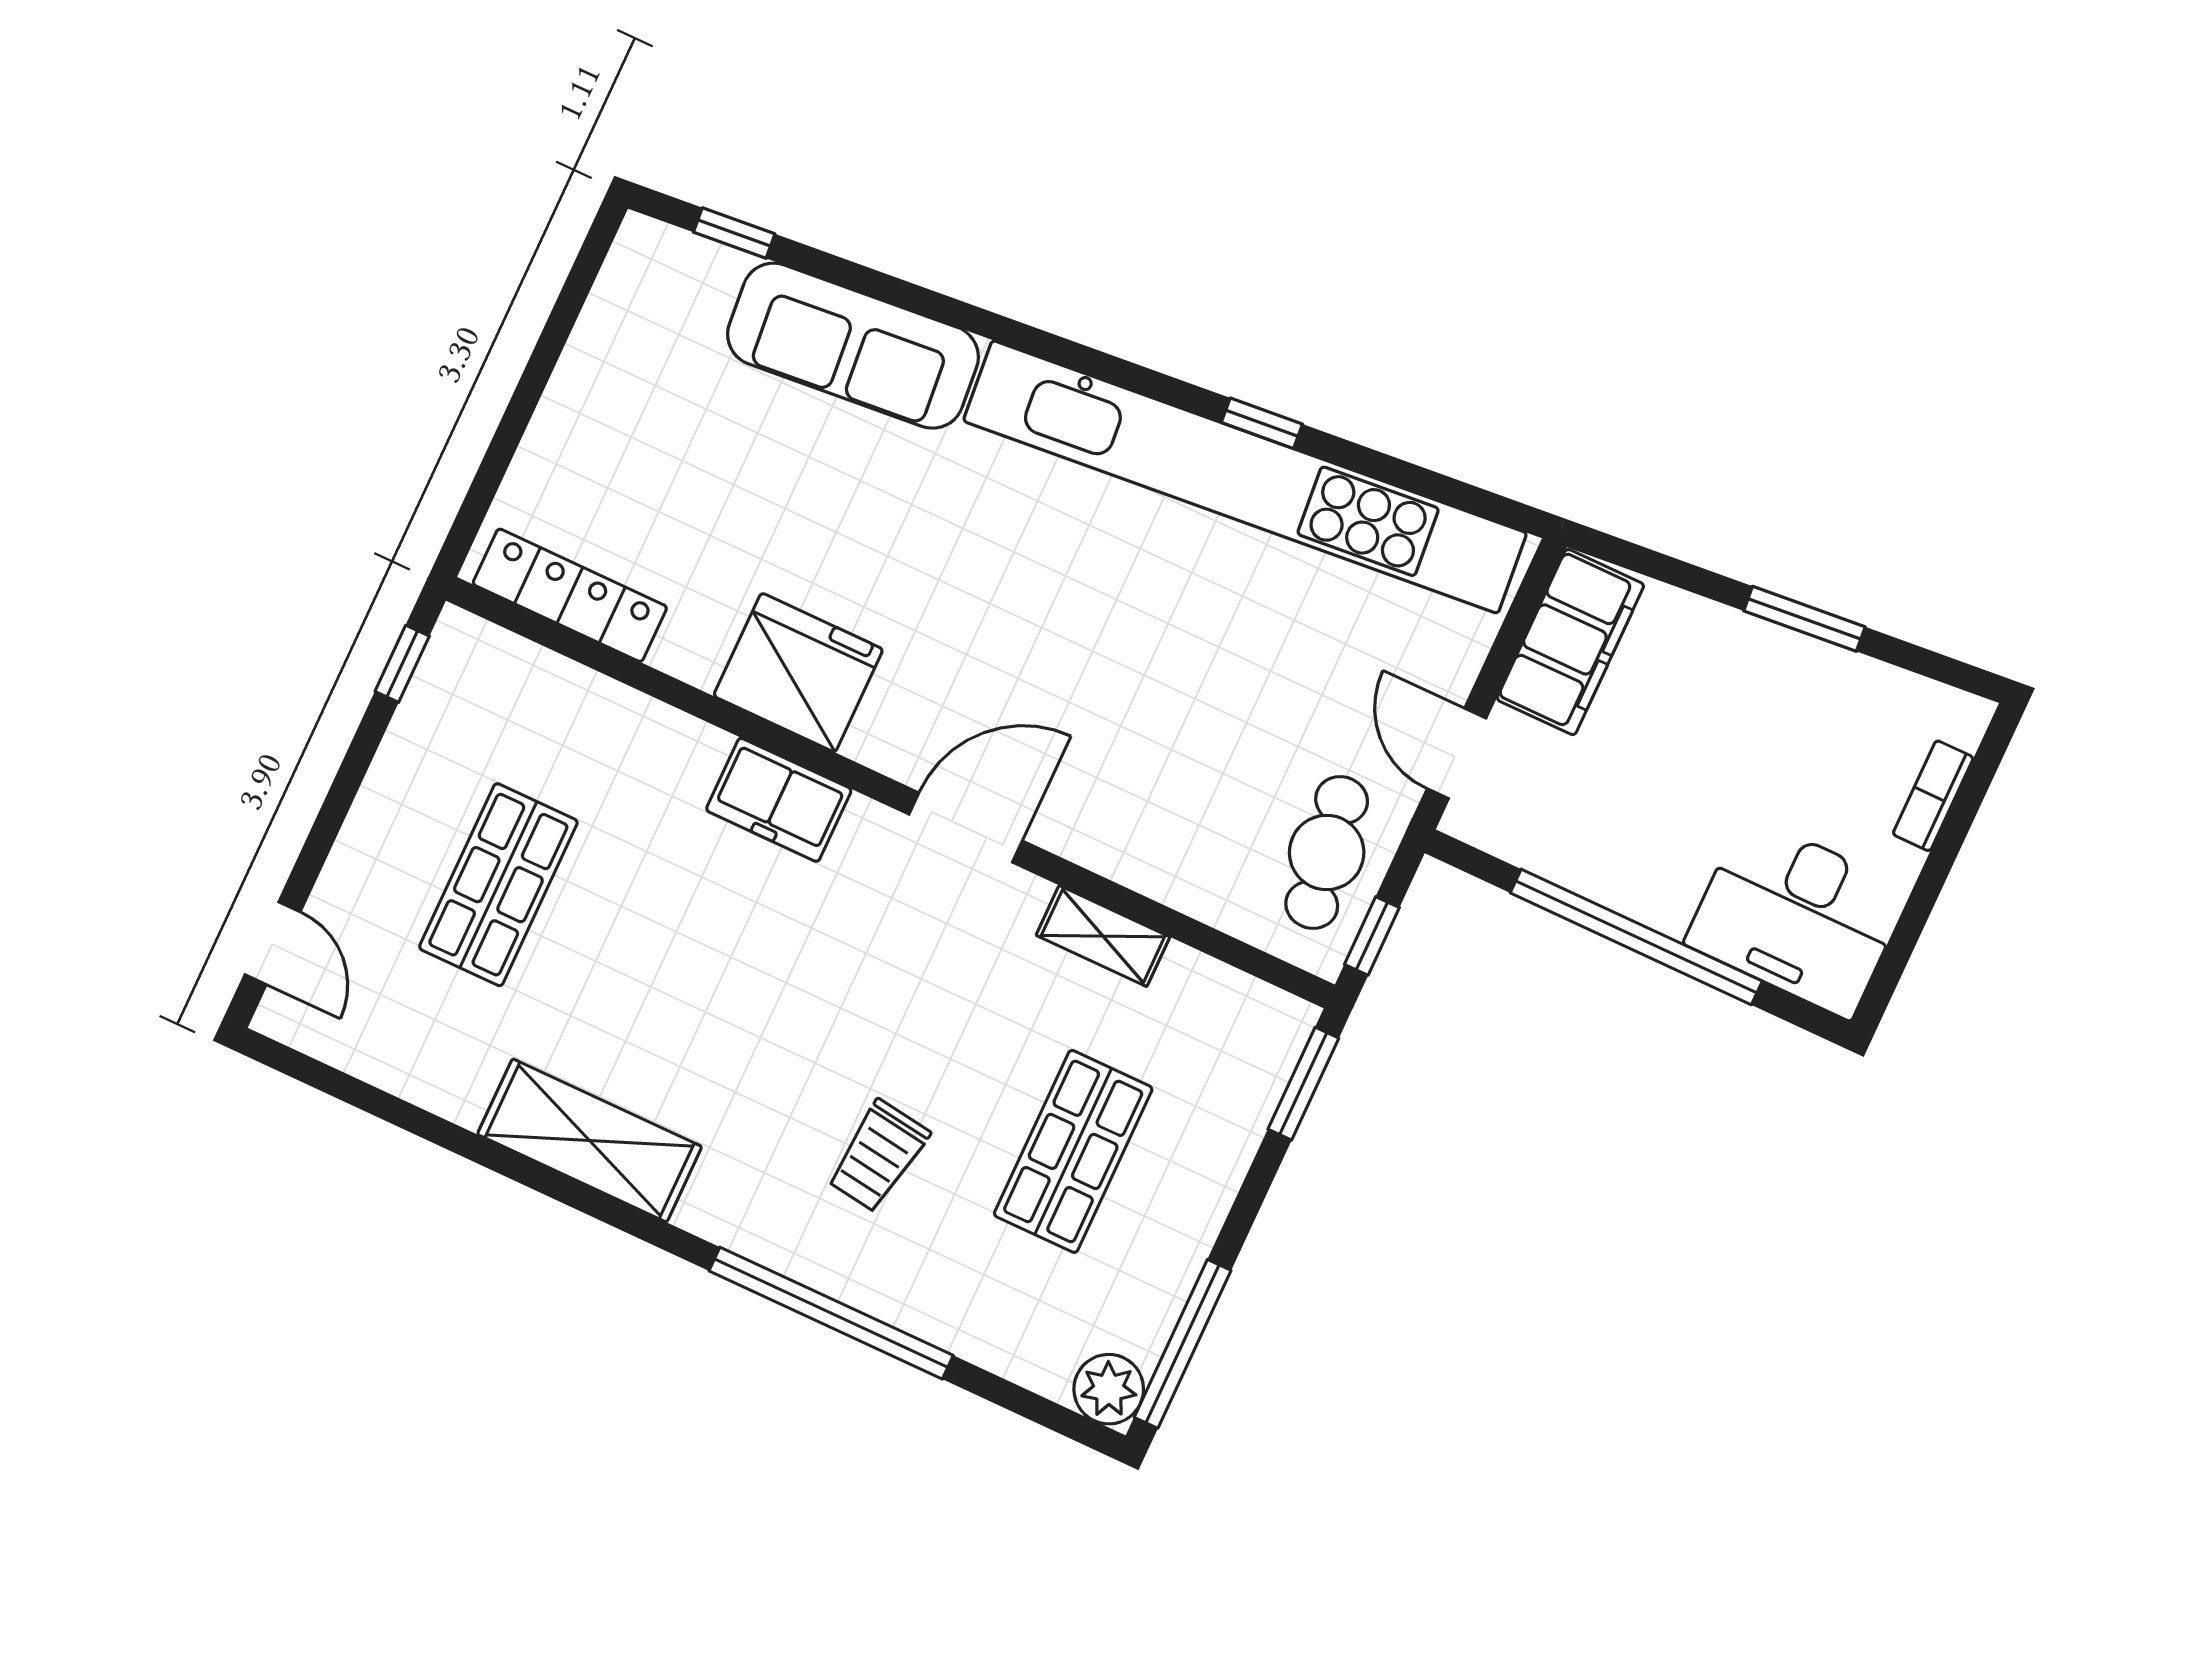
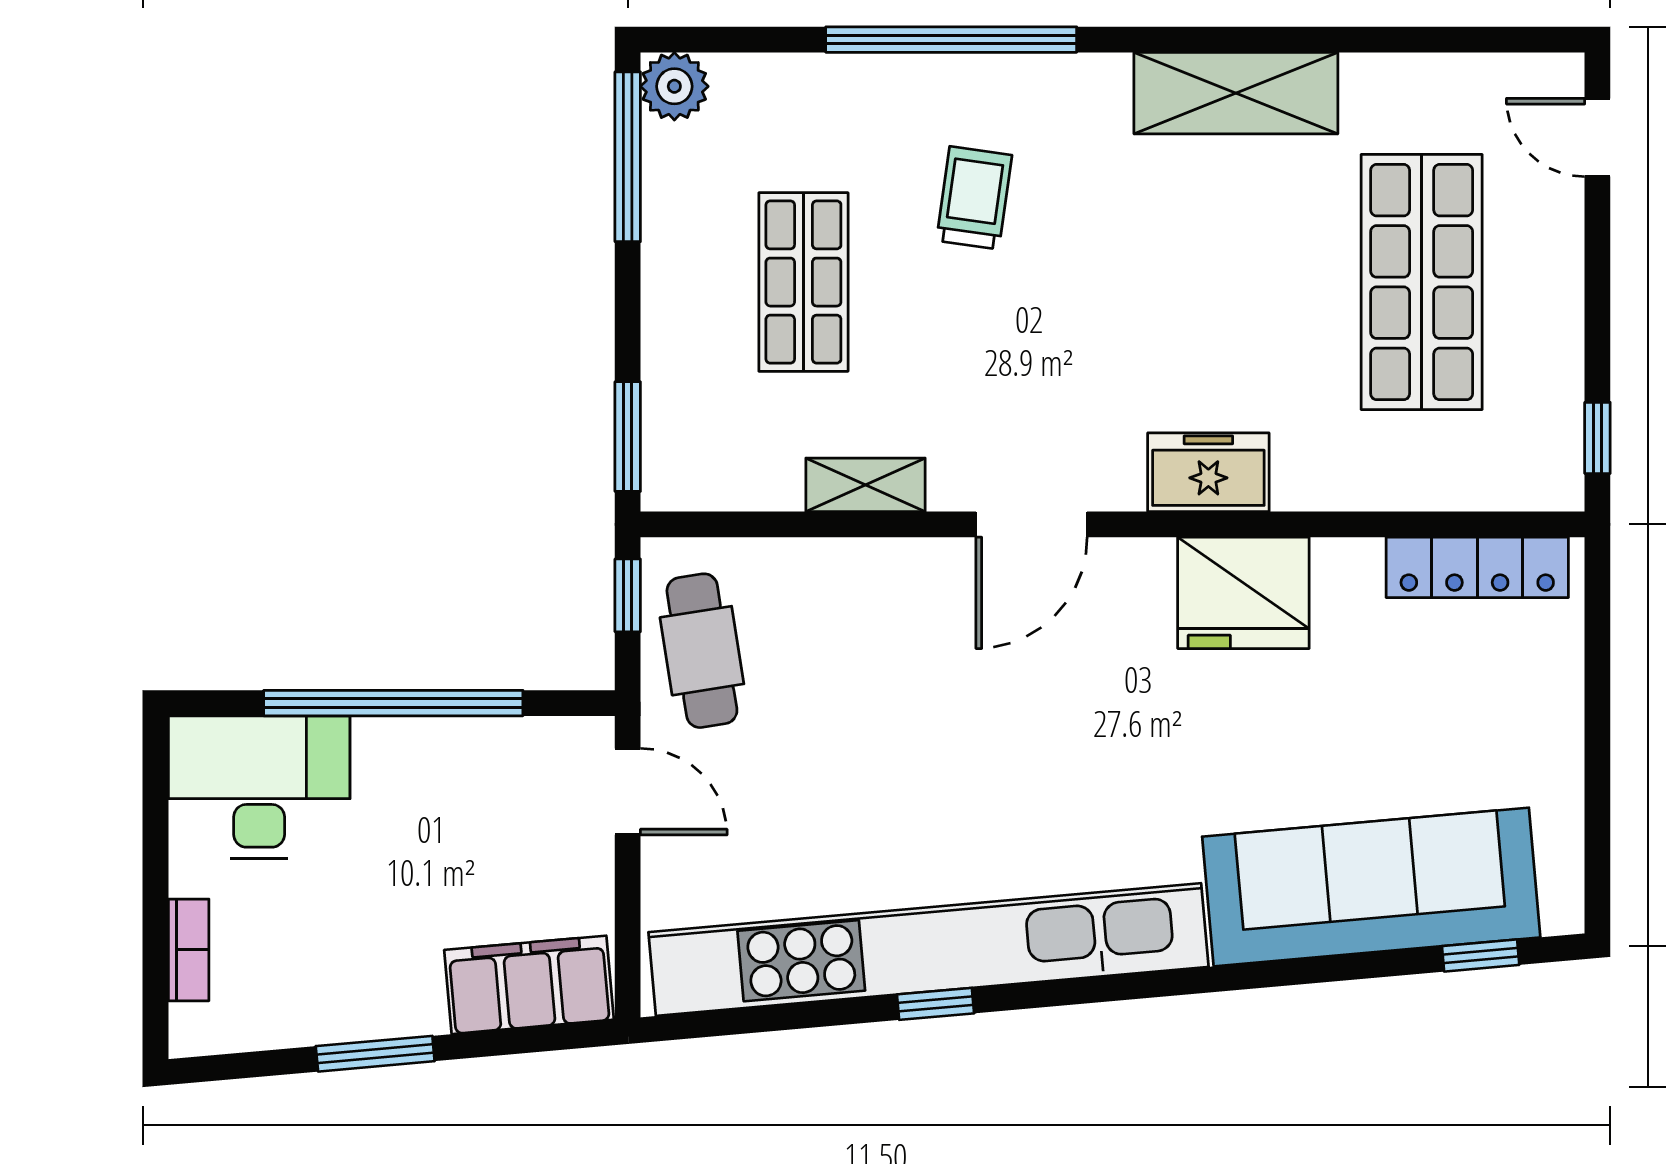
sofa: (853, 346) -> (1371, 887), width x1.36, depth x1.27
filing cabinet: (1570, 642) -> (529, 985), moved, turned 85
shop shelf: (498, 885) -> (1422, 282), width x1.43, depth x1.36

